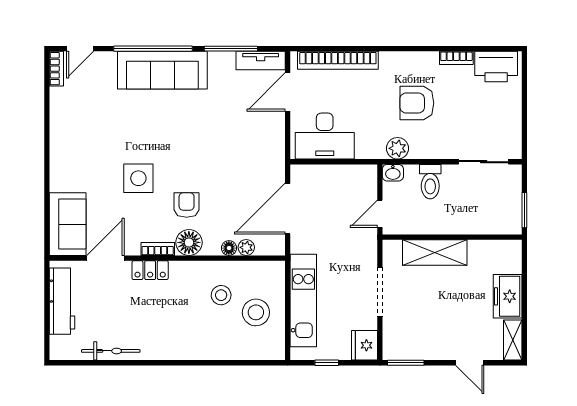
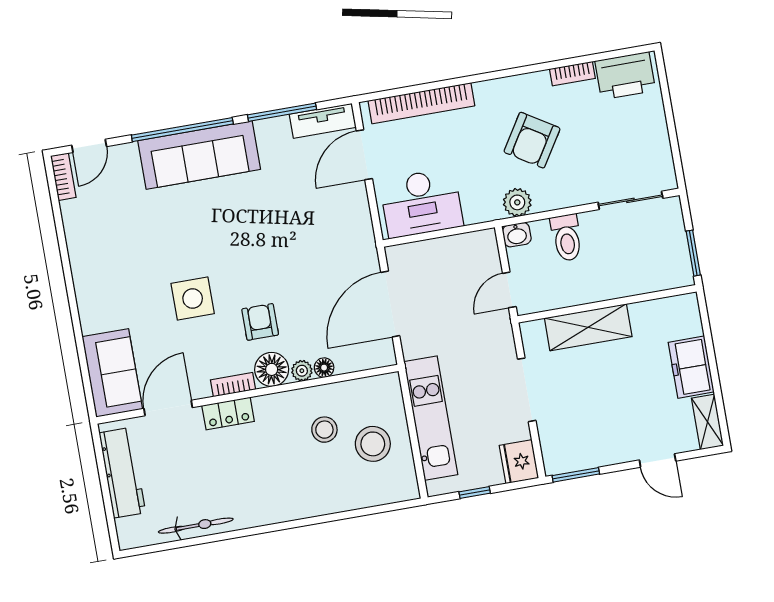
armchair: (417, 103) -> (532, 140), turned -58
plant: (246, 247) -> (302, 371), moved

